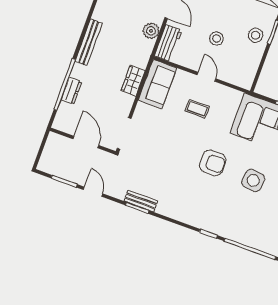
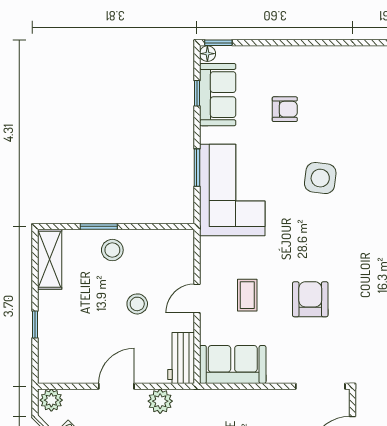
workbench: (168, 43) -> (181, 358), moved, turned -90
wardrobe: (133, 81) -> (240, 401), removed
armchair: (213, 163) -> (310, 299), moved

